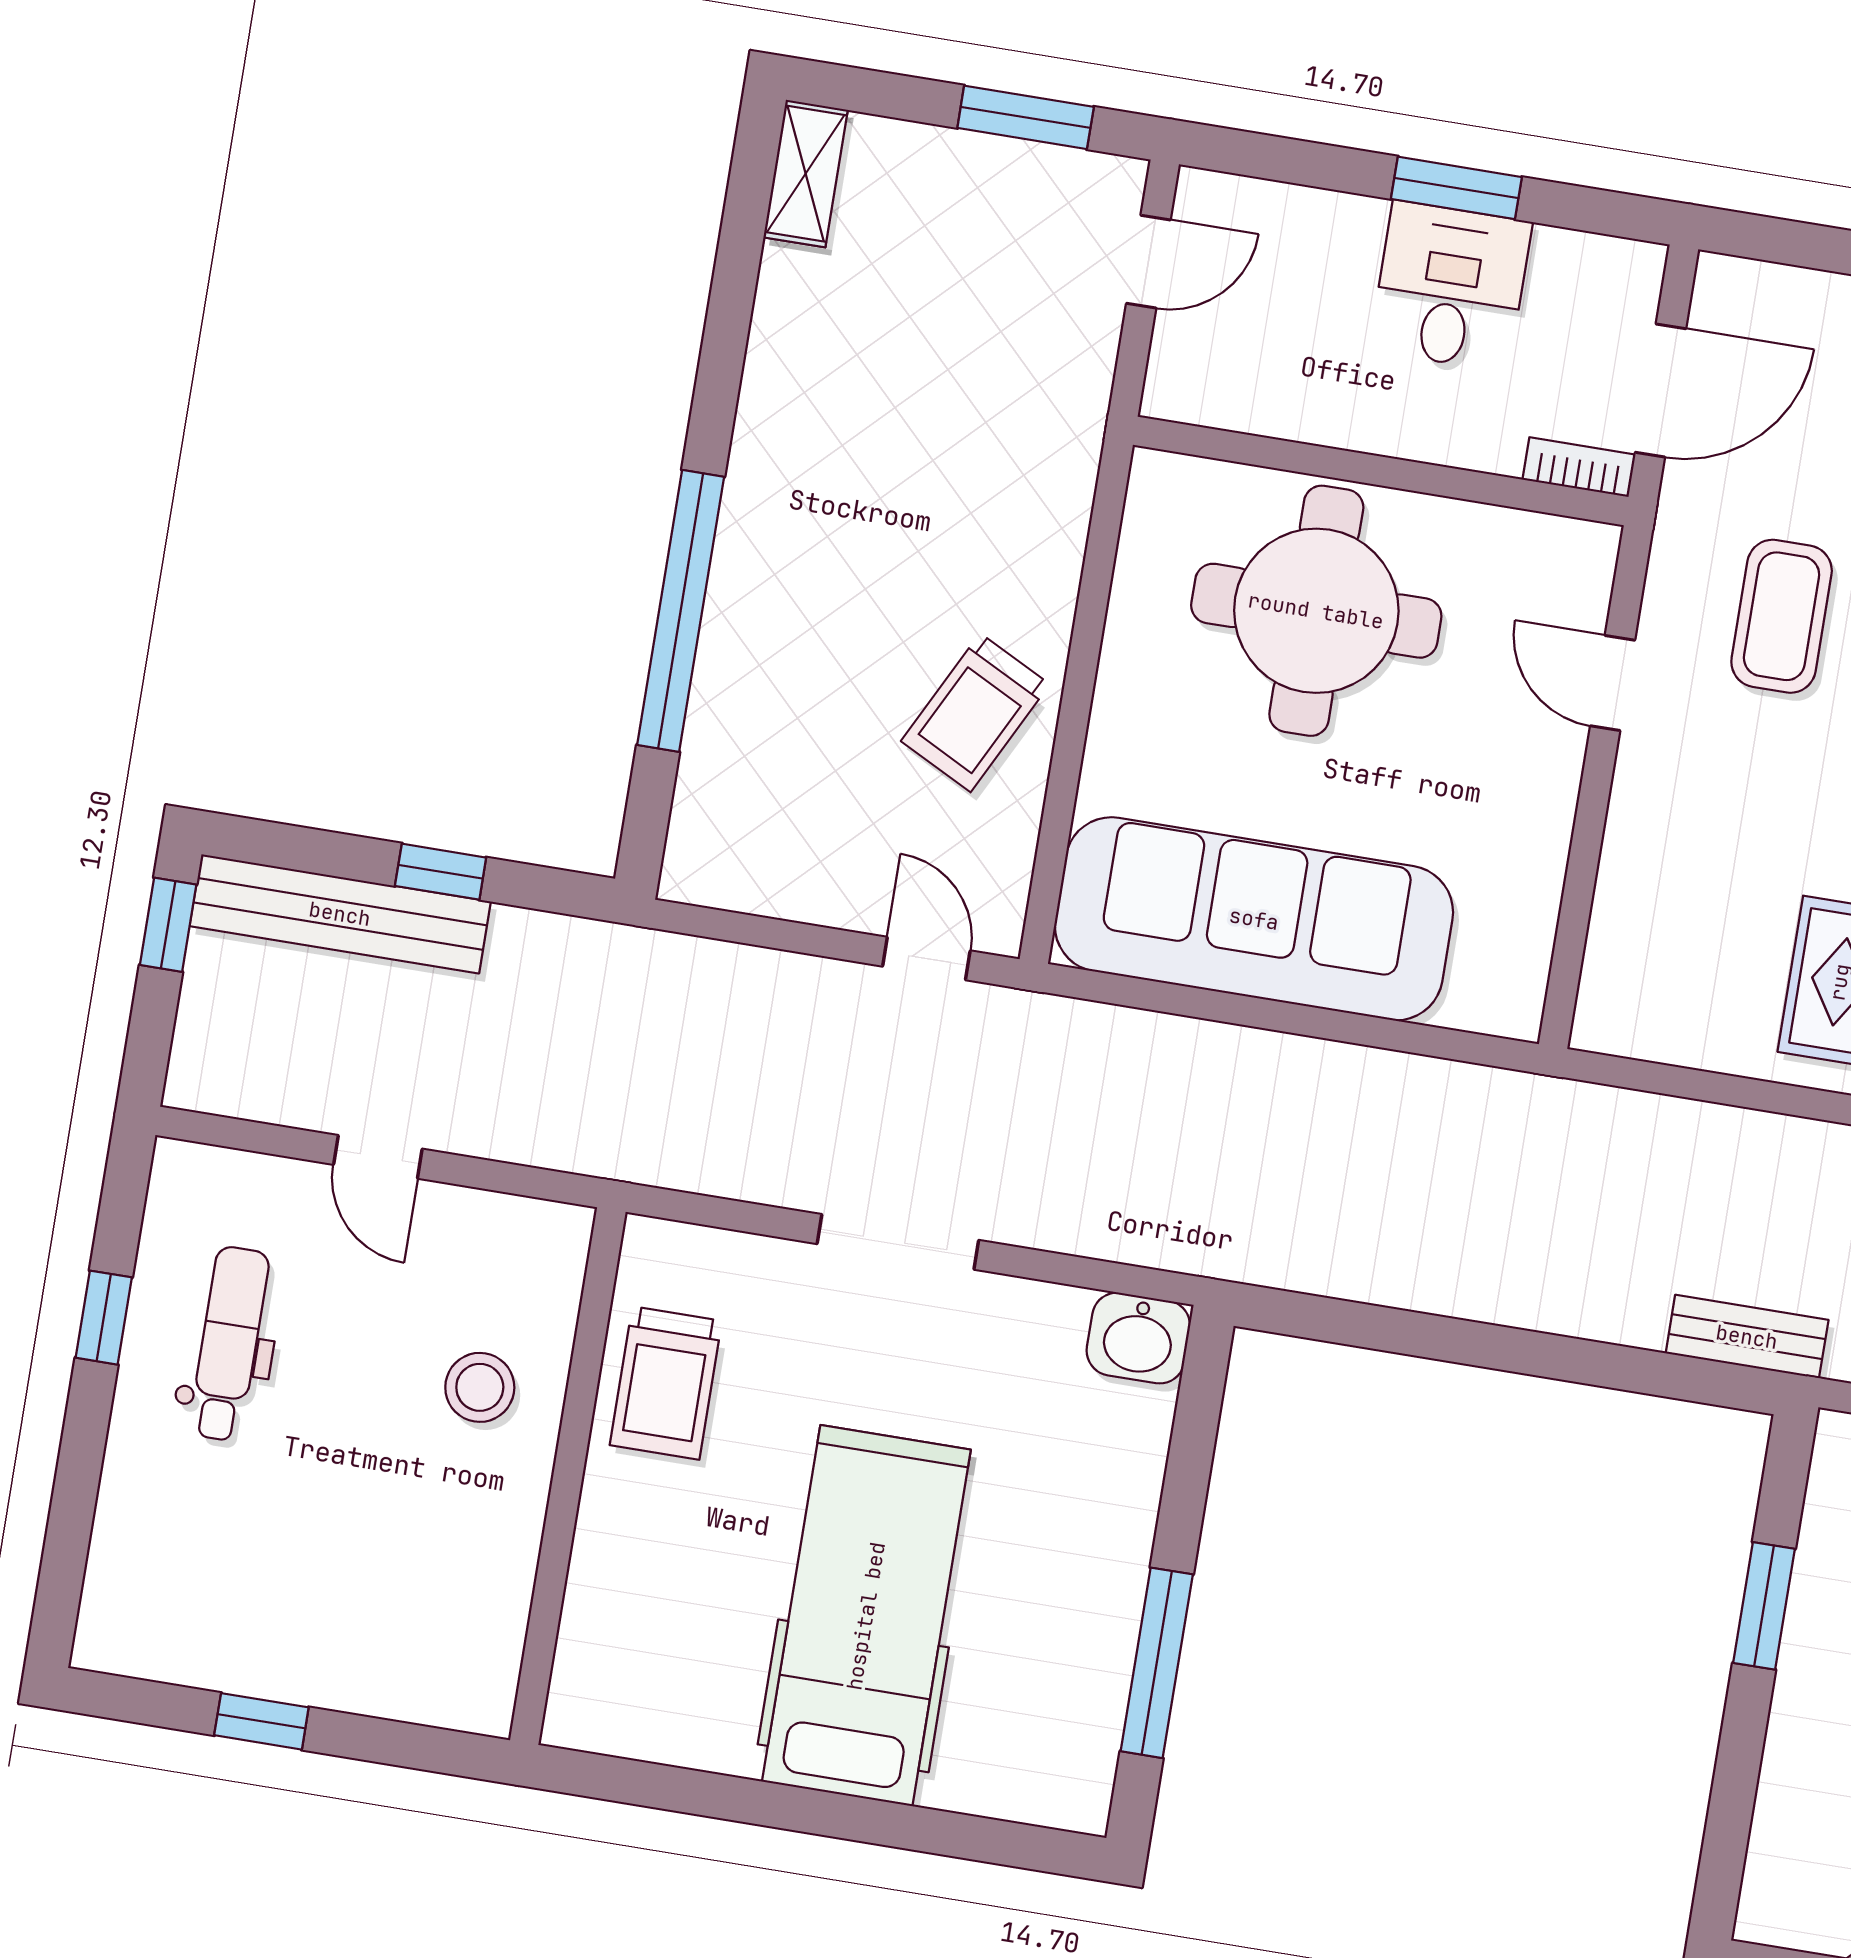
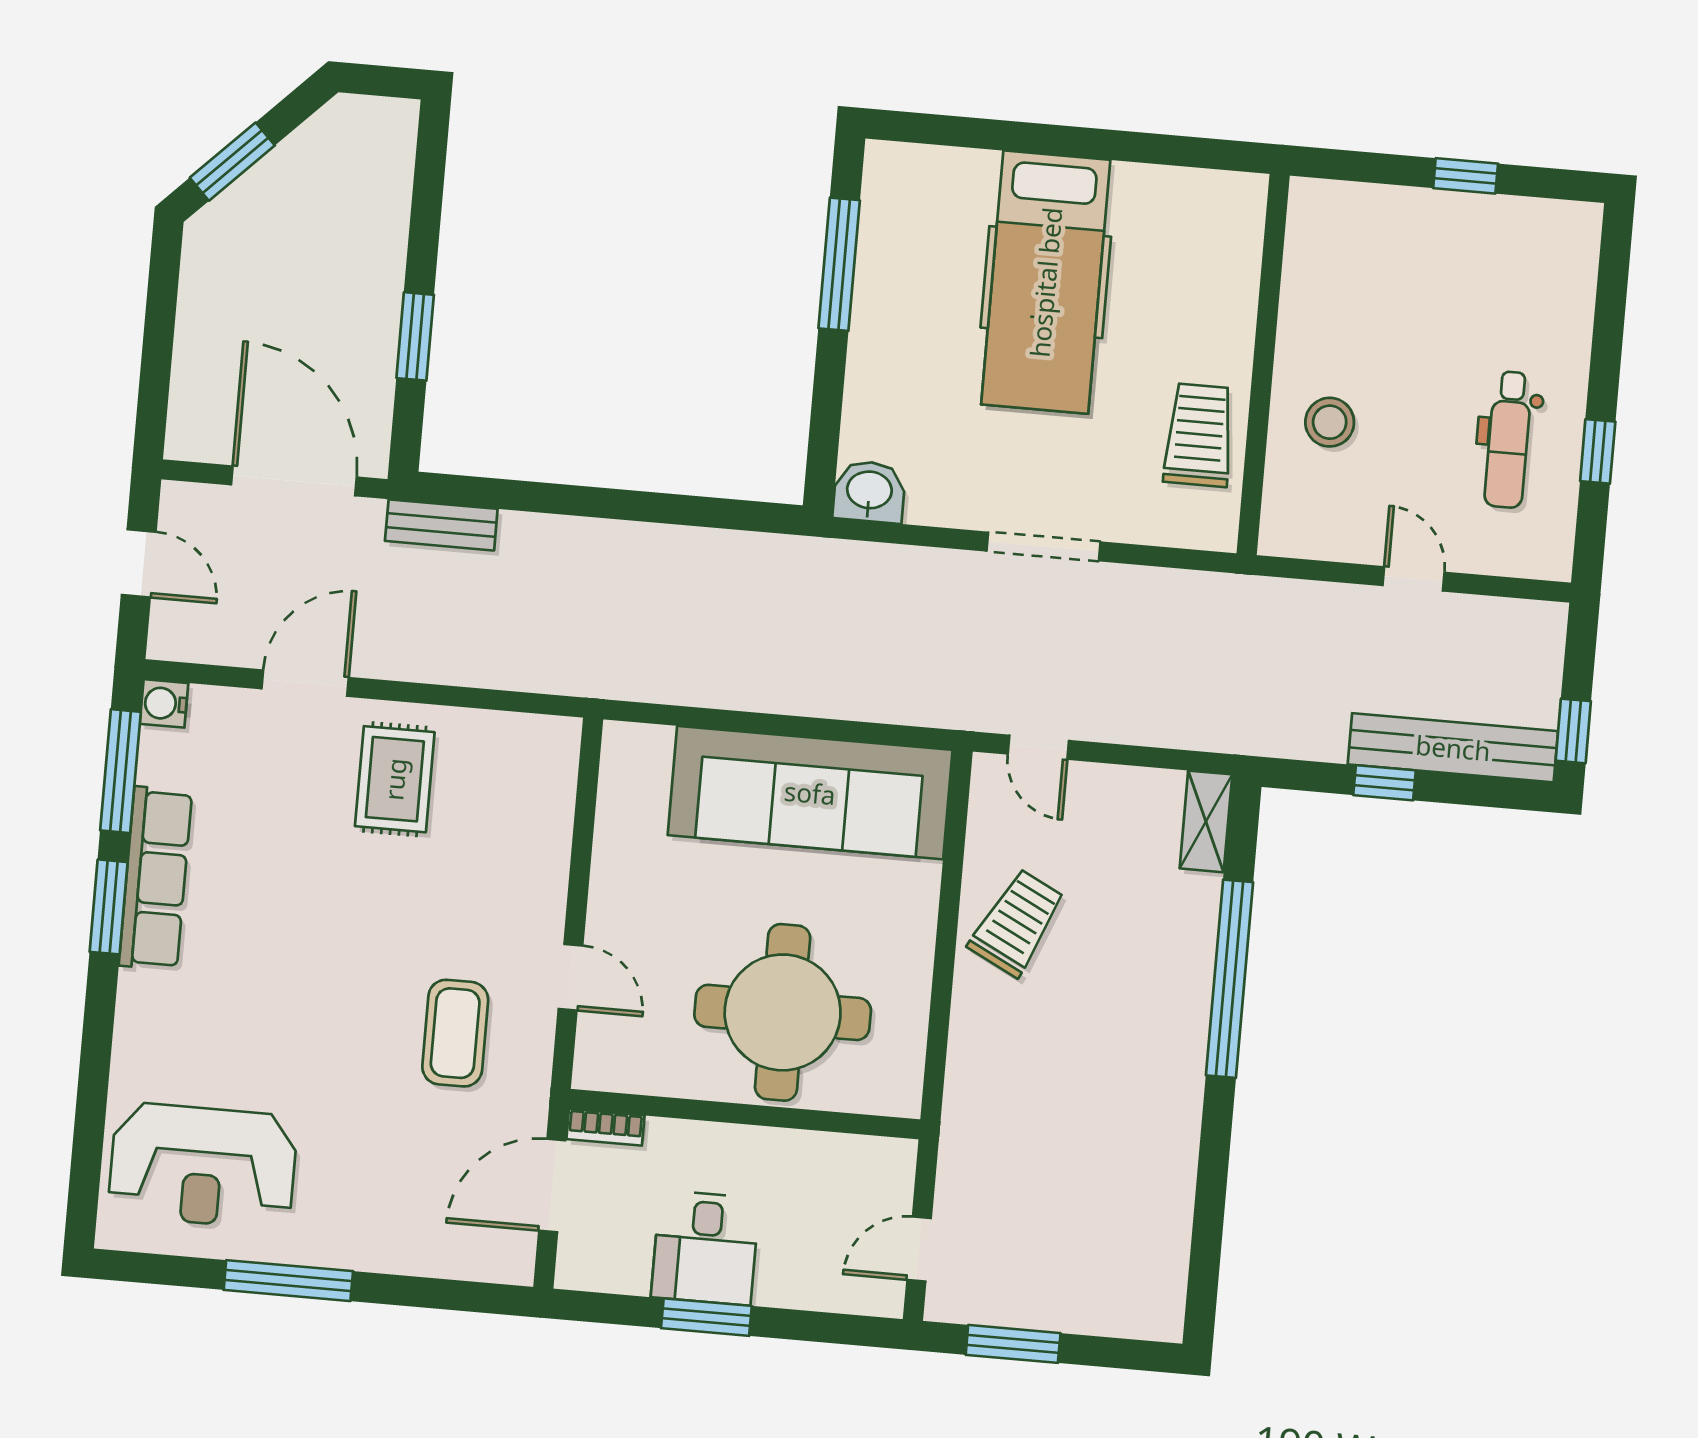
shelving: (806, 174) -> (1206, 821), moved

